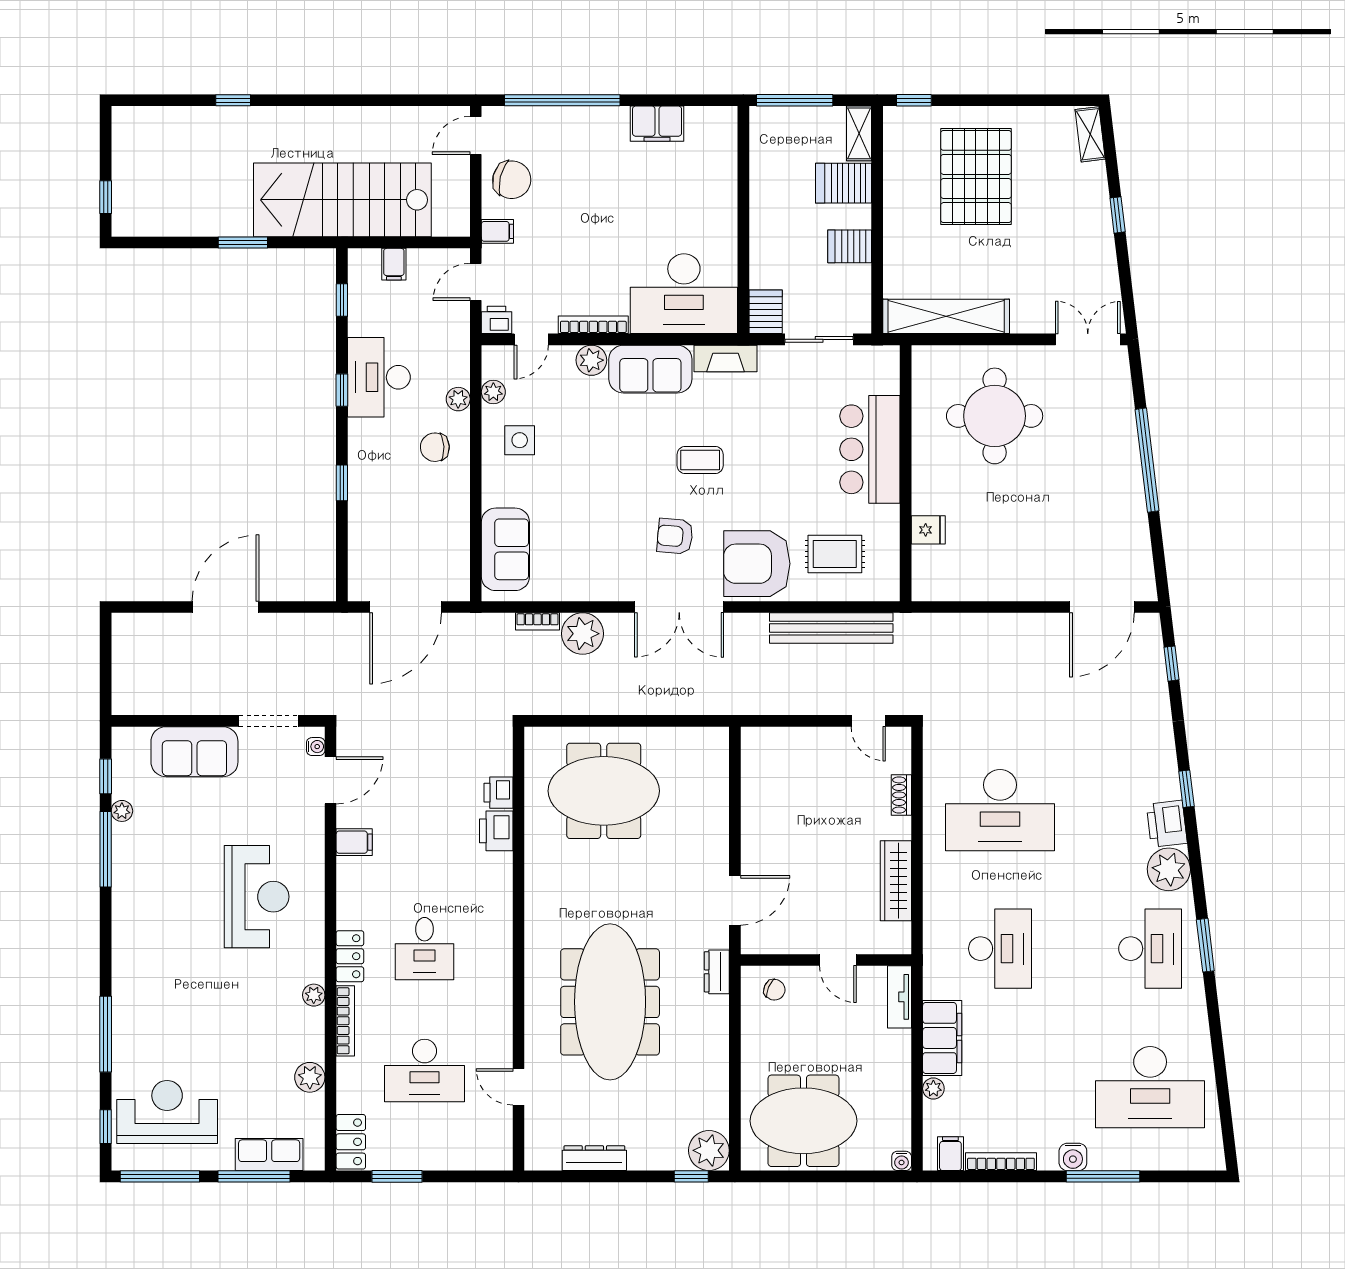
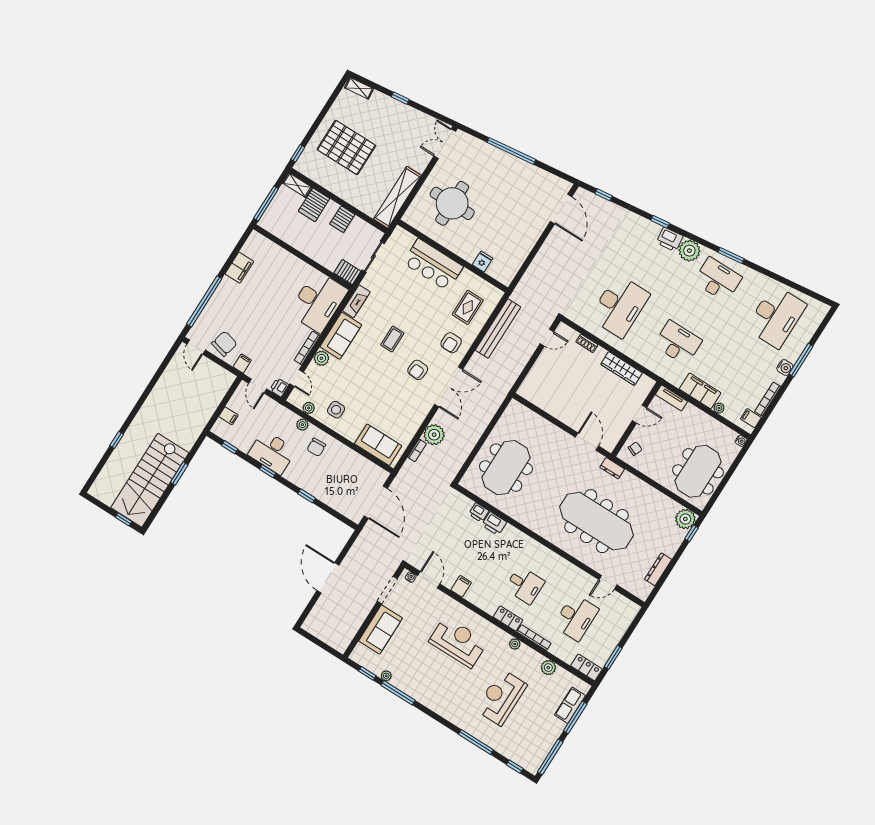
stairs: (342, 200) -> (150, 480), moved
armchair: (757, 564) -> (451, 343), width x0.53, depth x0.53
reception desk: (167, 1112) -> (501, 697), moved

